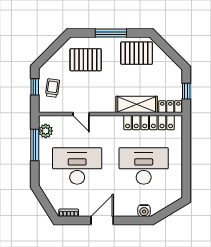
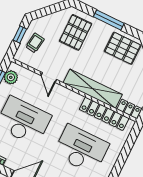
pallet: (86, 60) -> (76, 32), turned 90
shelving: (137, 104) -> (93, 89), width x1.47

